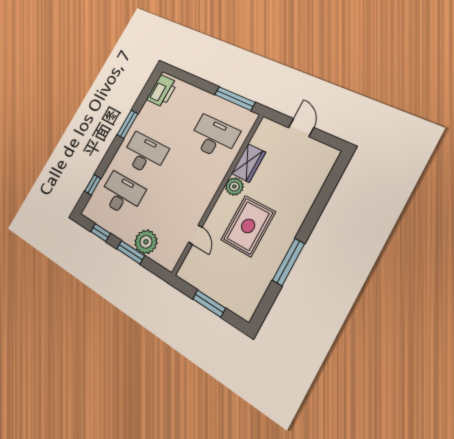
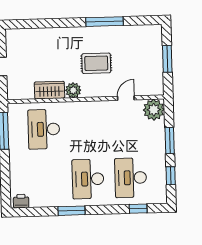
printer: (162, 91) -> (21, 201), width x0.53, depth x0.68
rug: (248, 226) -> (96, 63), width x0.73, depth x0.70
plant: (146, 242) -> (154, 110), moved

